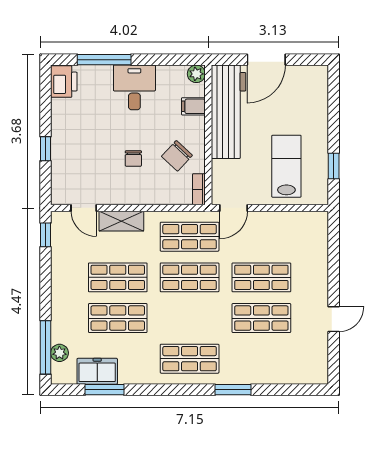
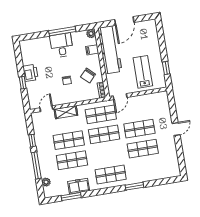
window: (104, 60) -> (62, 31), moved
printer: (64, 82) -> (30, 73), moved
door: (84, 208) -> (46, 109), swing flipped
window: (46, 235) -> (32, 141), moved
door: (334, 319) -> (176, 129), moved
window: (46, 347) -> (36, 165), moved
freezer: (97, 371) -> (79, 186), moved

